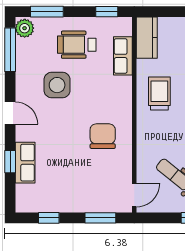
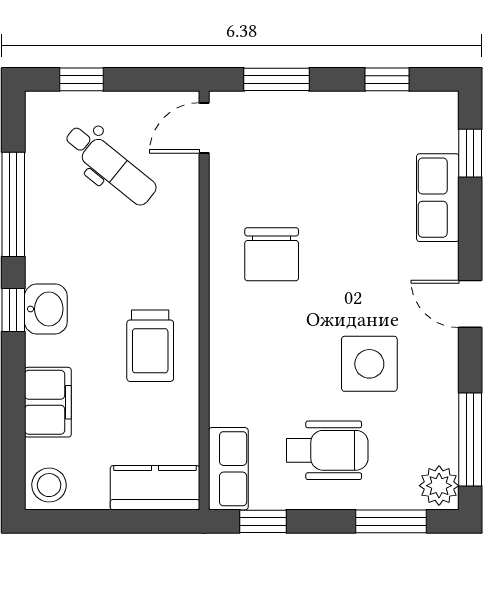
kitchen counter: (147, 38) -> (155, 488), moved, turned 90
row of seats: (123, 56) -> (228, 469), moved
window: (10, 162) -> (470, 153), moved

